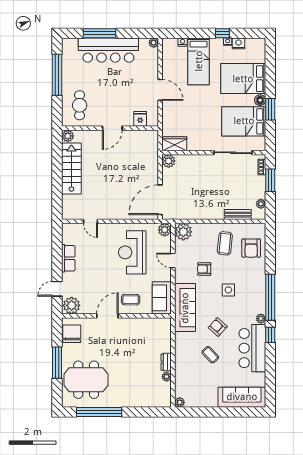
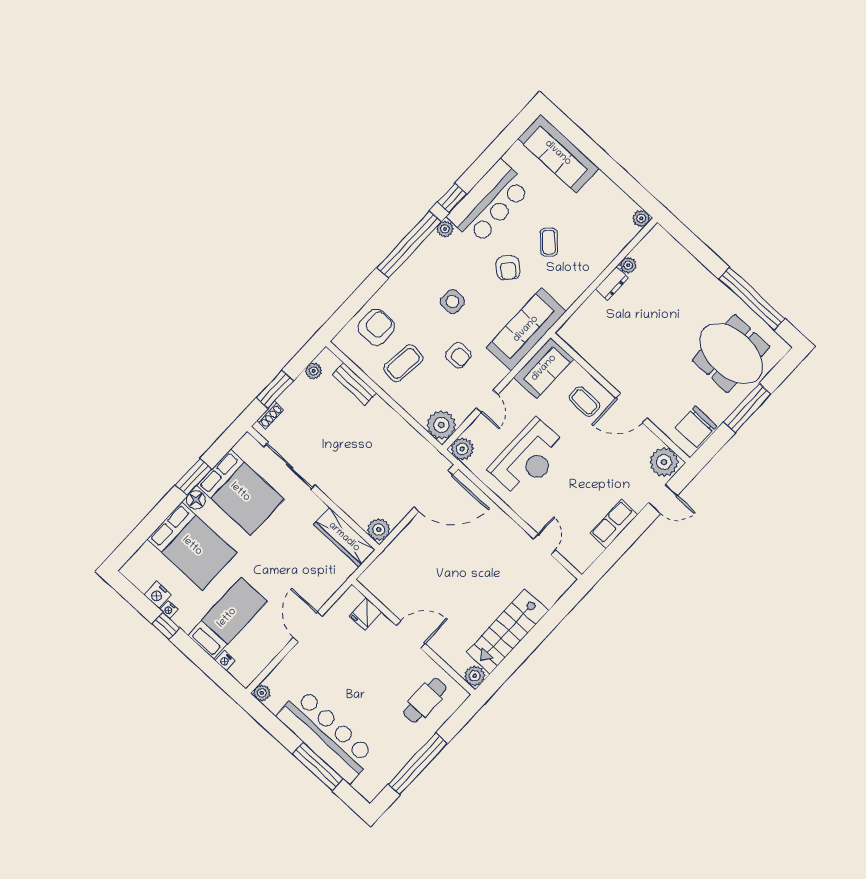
wardrobe: (174, 144) -> (344, 537), width x1.50

